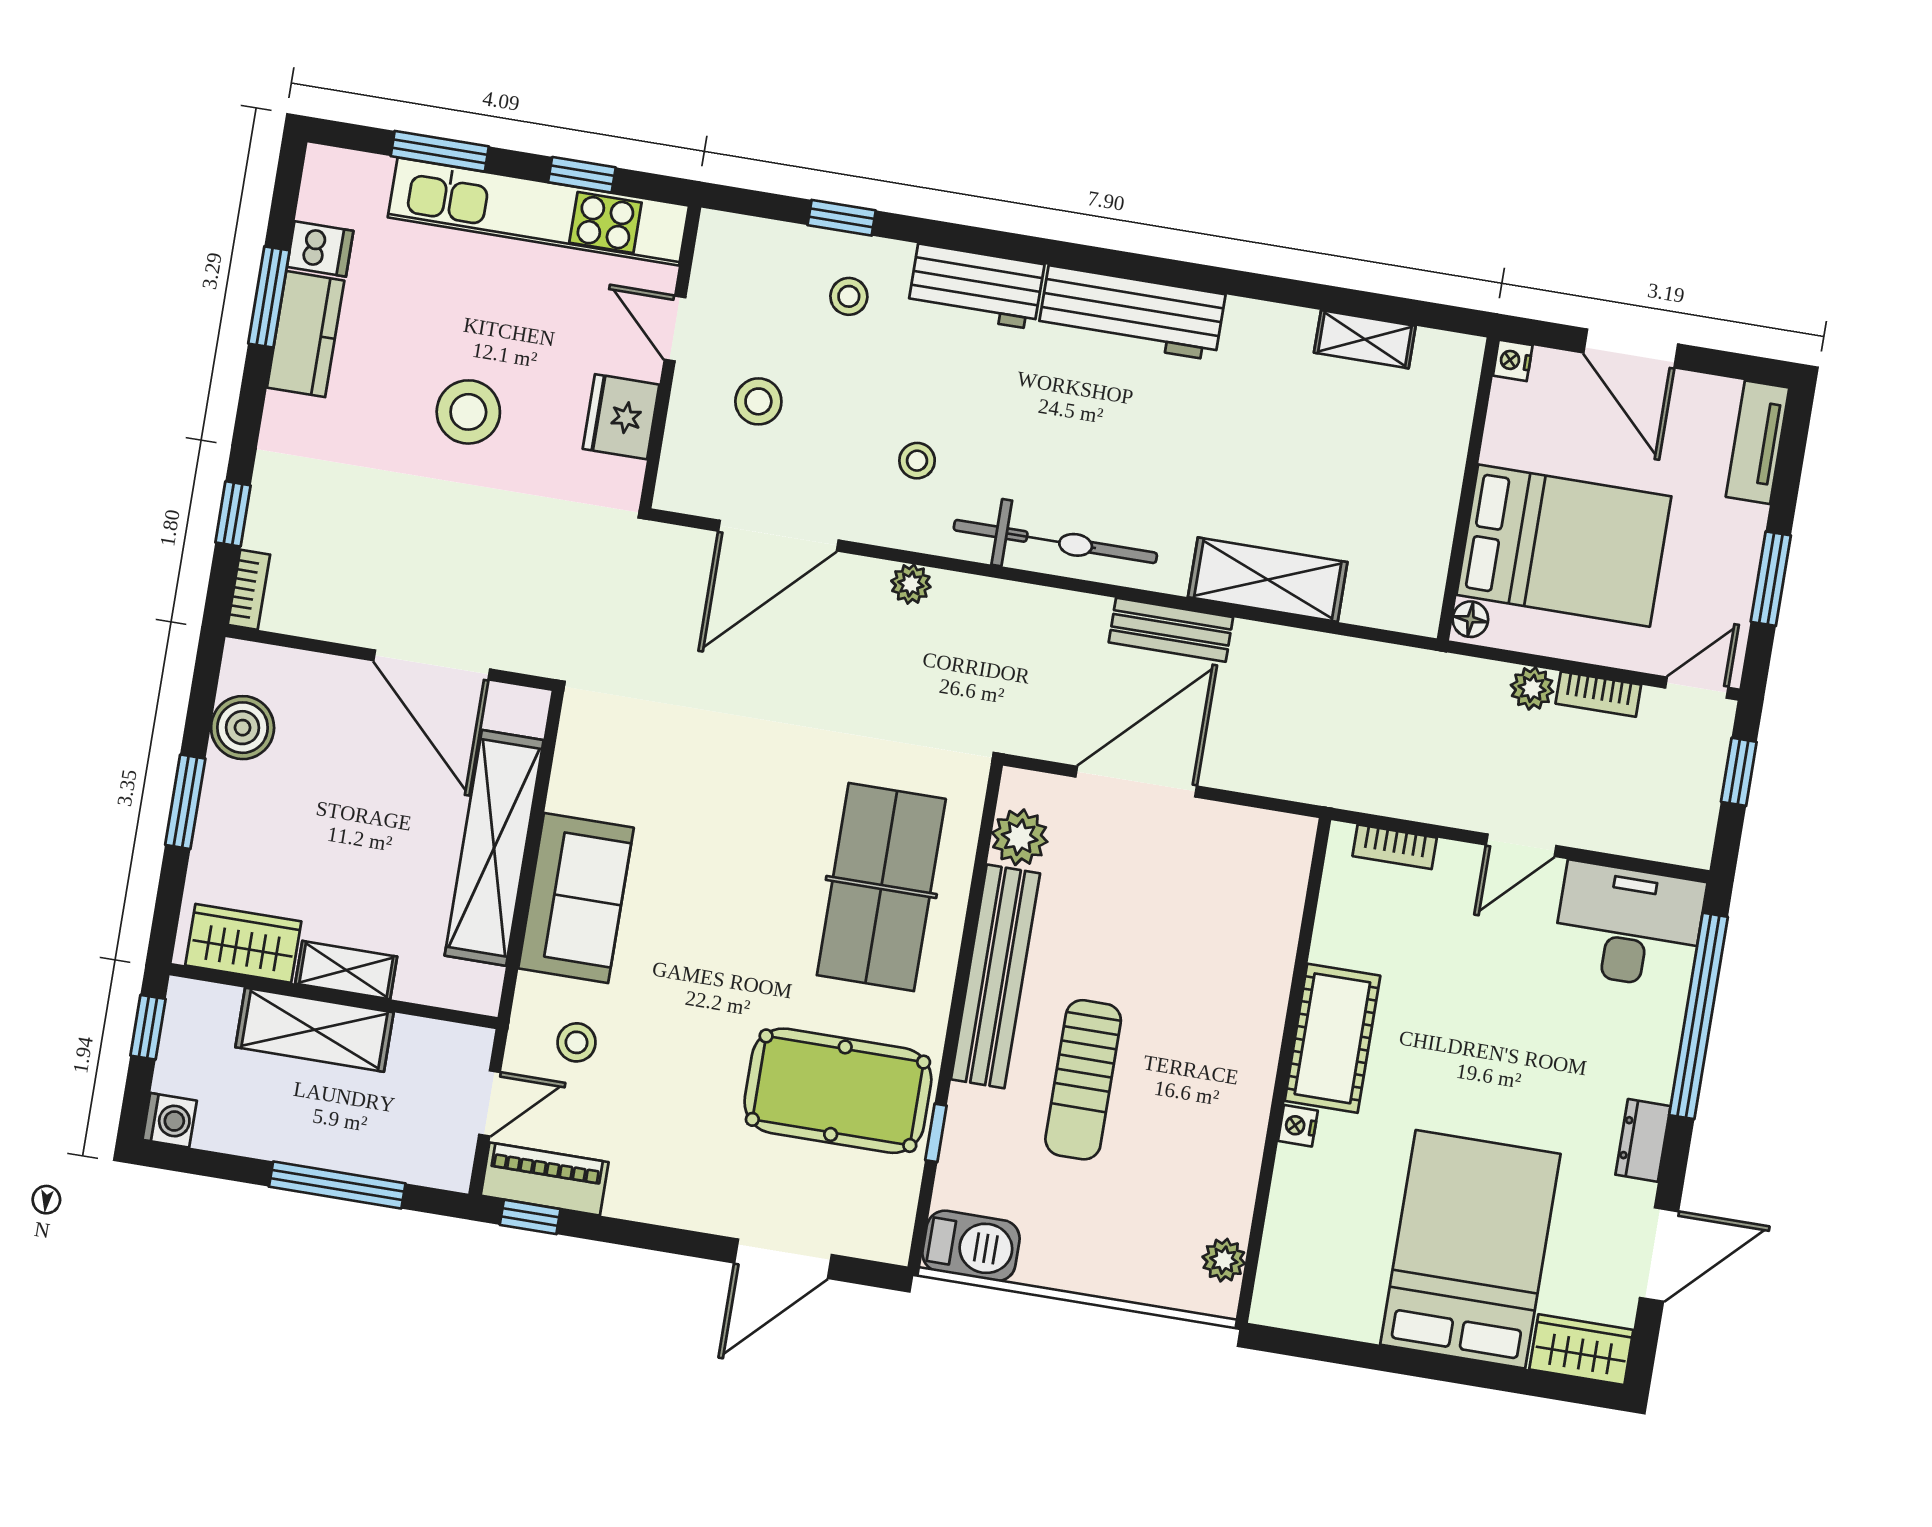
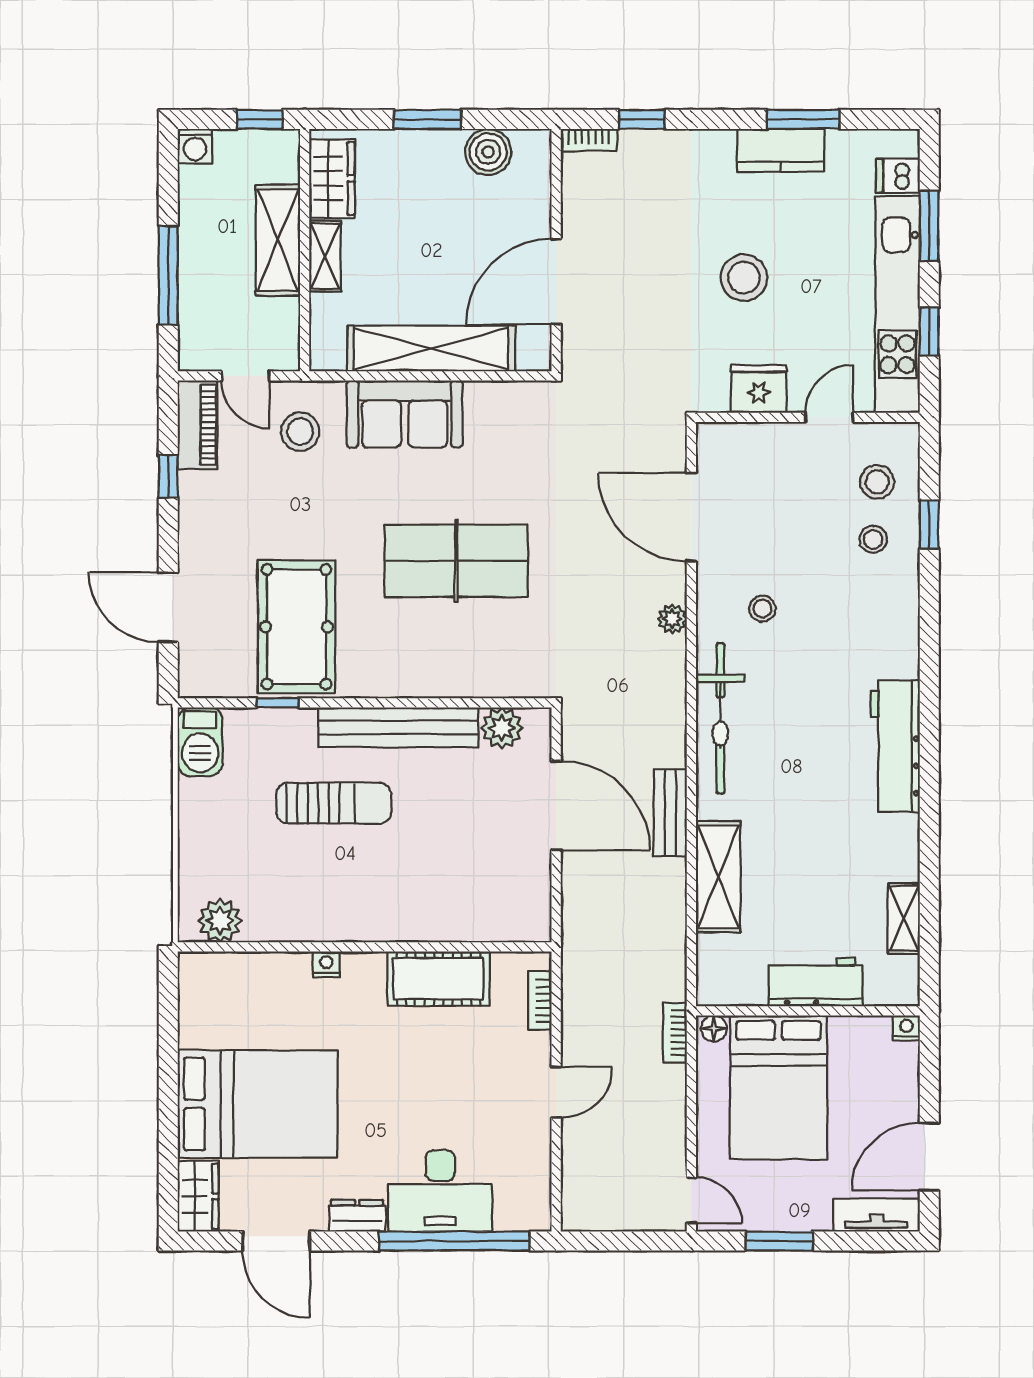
dishwasher: (320, 249) -> (898, 176), moved, turned 90
workbench: (976, 287) -> (816, 982), moved, turned 90
door: (1631, 348) -> (929, 1157), moved
stool: (758, 401) -> (877, 482), moved
plant: (1532, 688) -> (671, 1081), removed
bookcase: (1598, 694) -> (675, 1033), moved
window: (1739, 772) -> (636, 1241), removed
door: (1521, 845) -> (556, 1092), swing flipped
table tennis table: (881, 887) -> (456, 561), moved
desk: (1629, 926) -> (440, 1191), moved, turned 90
cot: (1332, 1038) -> (438, 979), moved
stool: (577, 1042) -> (300, 432), width x1.37, depth x1.37
sun lounger: (1083, 1080) -> (334, 803), turned 180
window: (530, 1217) -> (168, 476), moved
plant: (1224, 1260) -> (220, 921), width x1.38, depth x1.38

